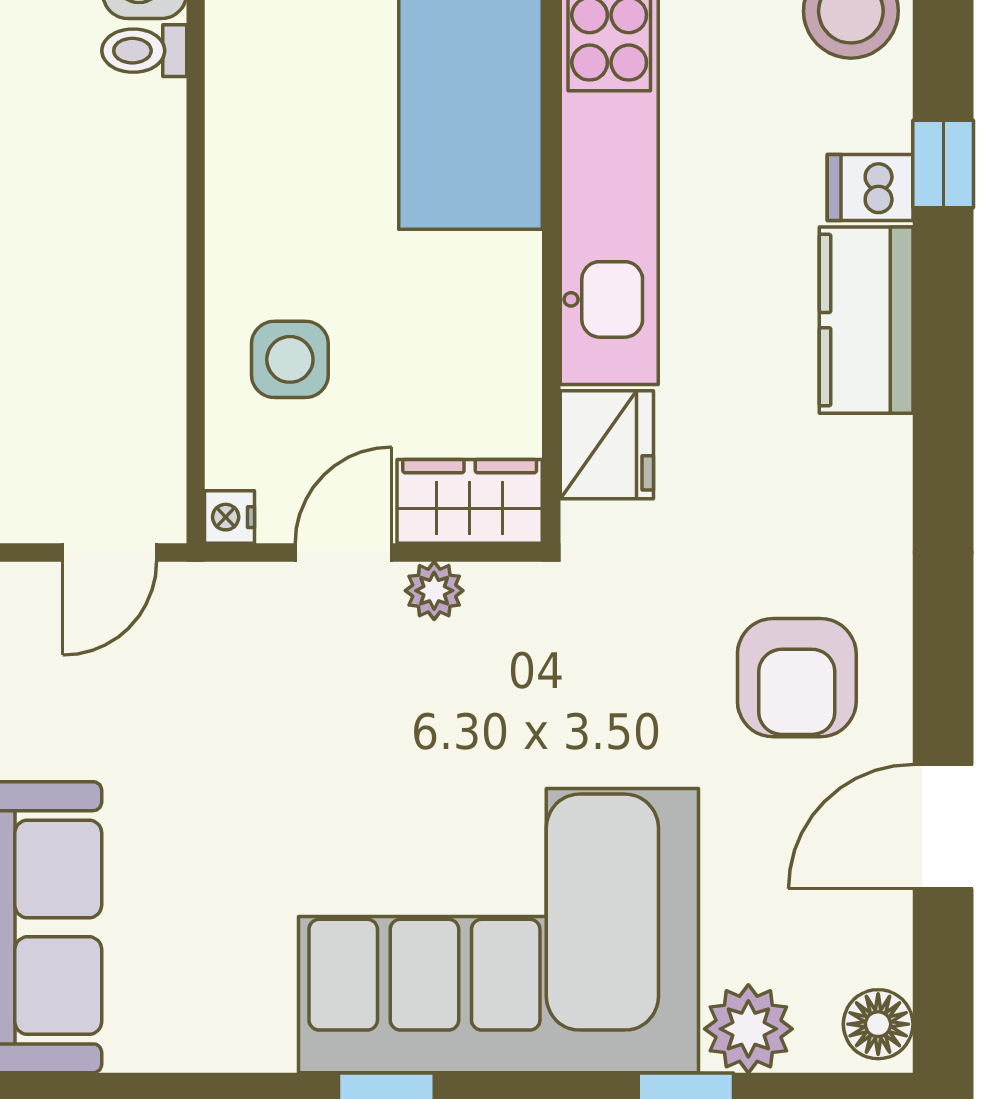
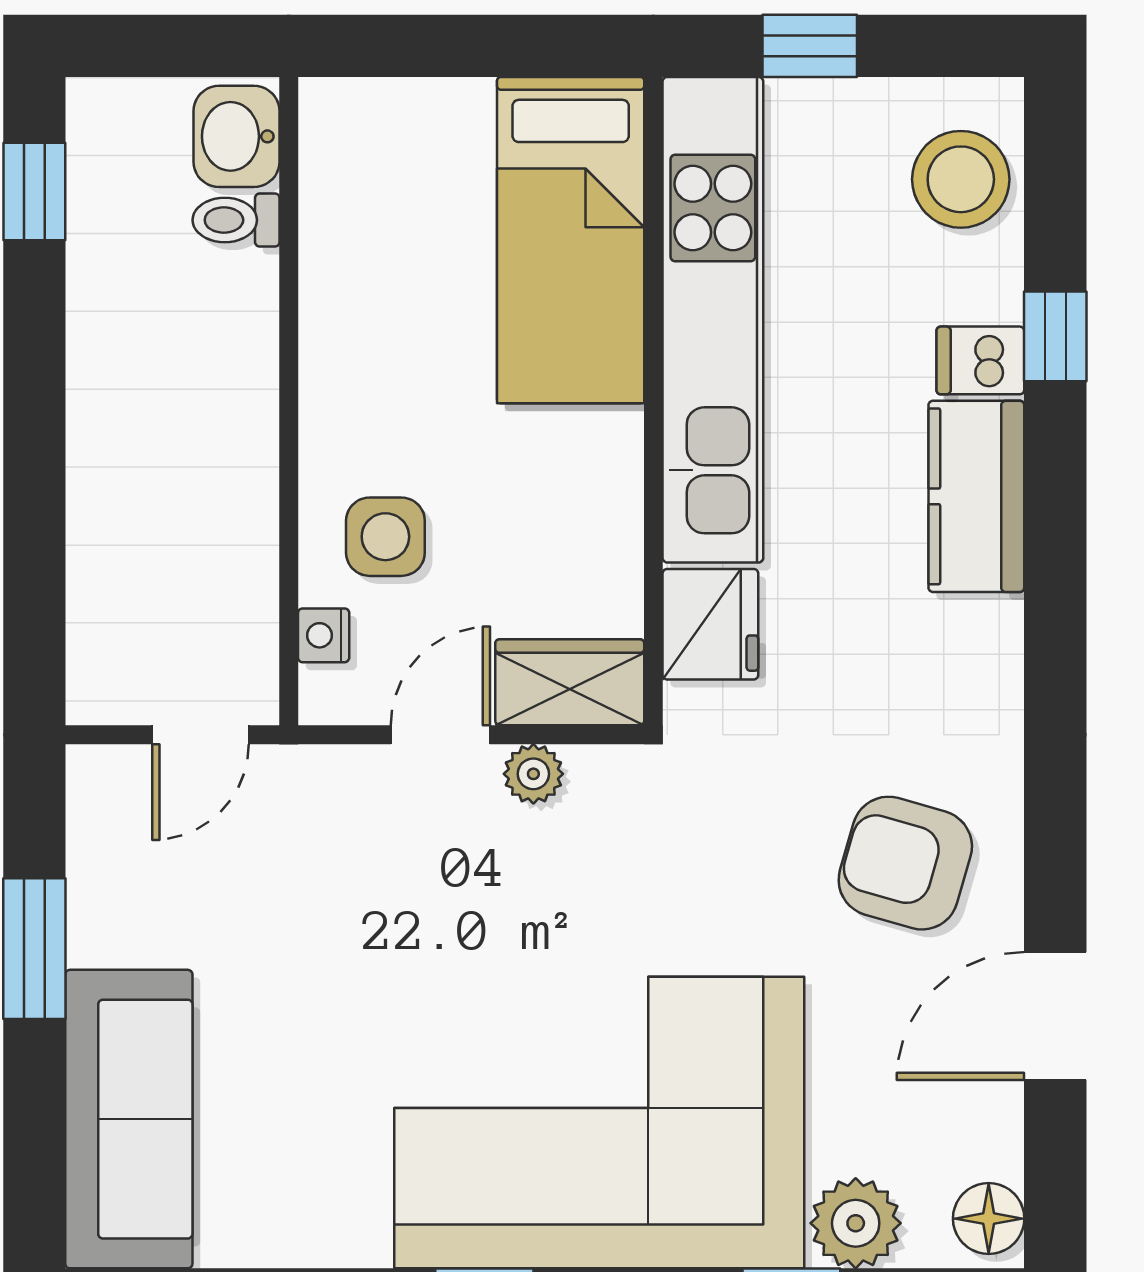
nightstand: (230, 517) -> (324, 635), moved
armchair: (797, 678) -> (905, 863), turned 106

